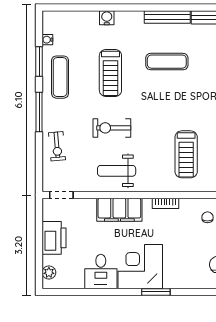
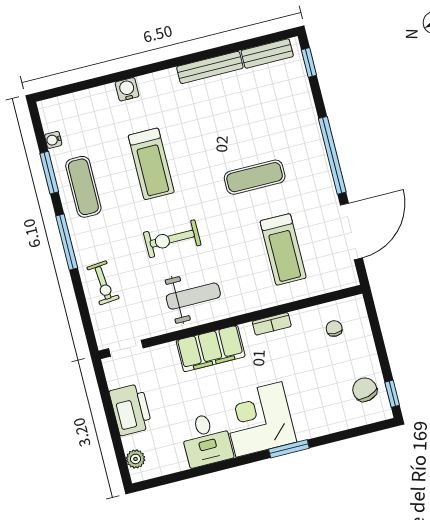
exercise mat: (167, 62) -> (255, 177), moved
weight bench: (117, 171) -> (193, 296), turned 180

